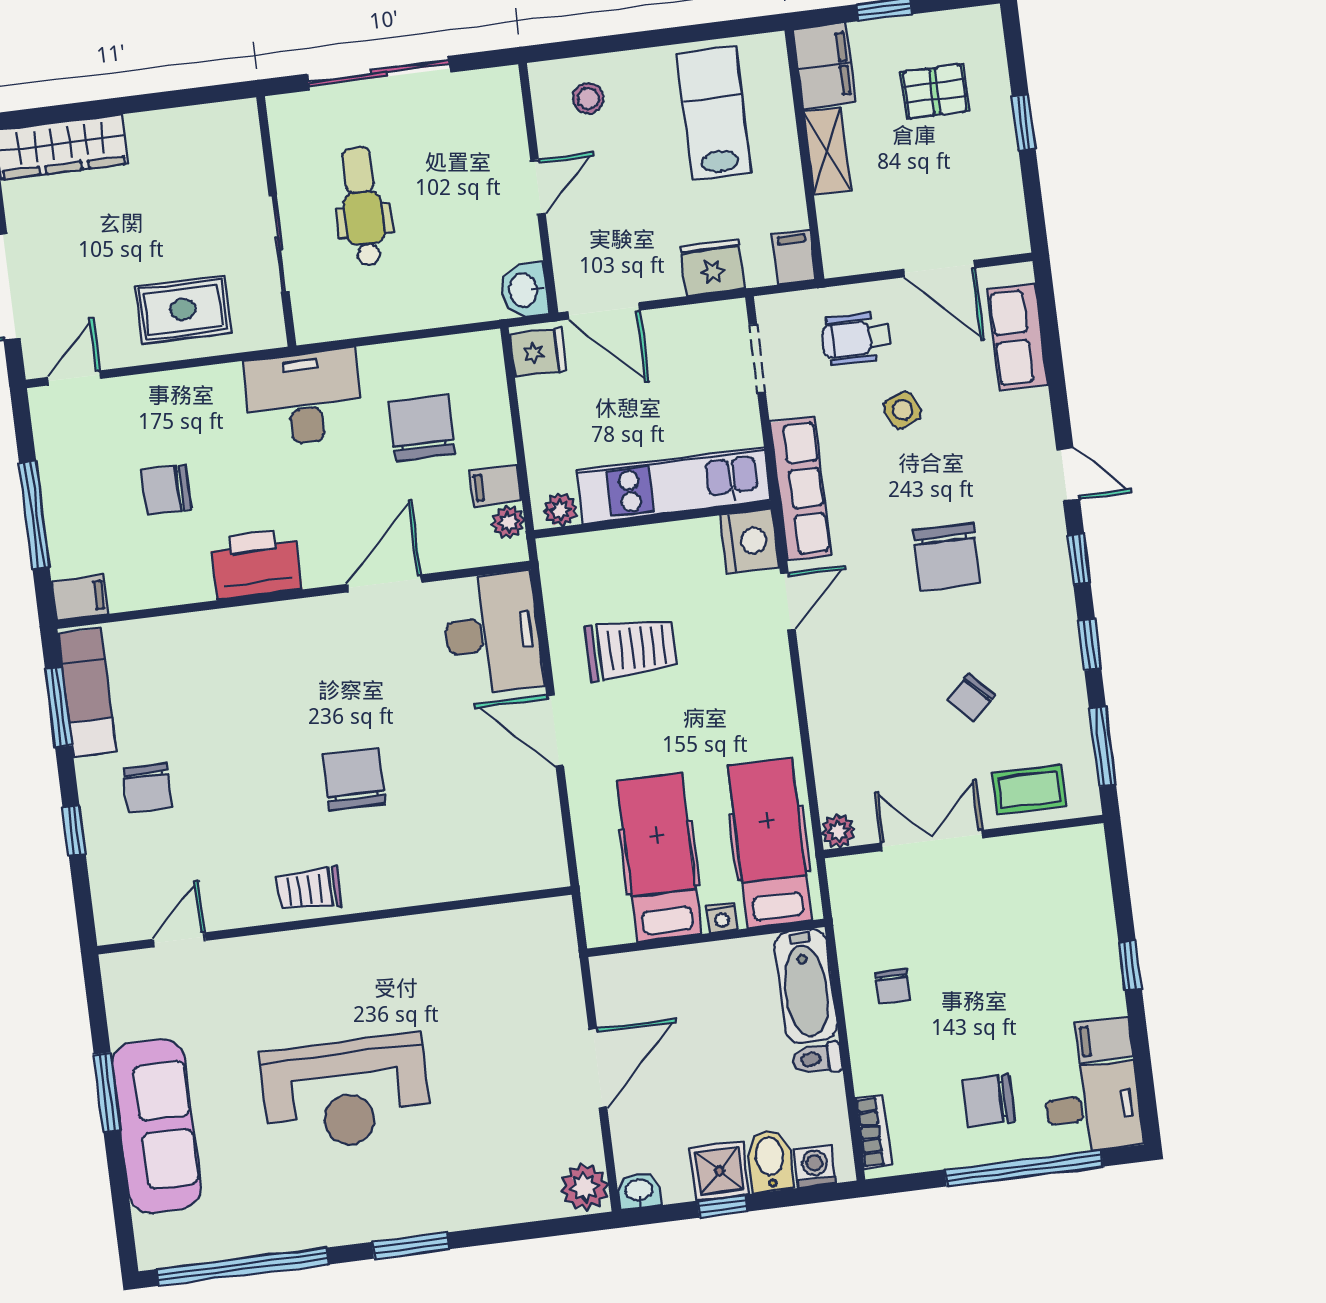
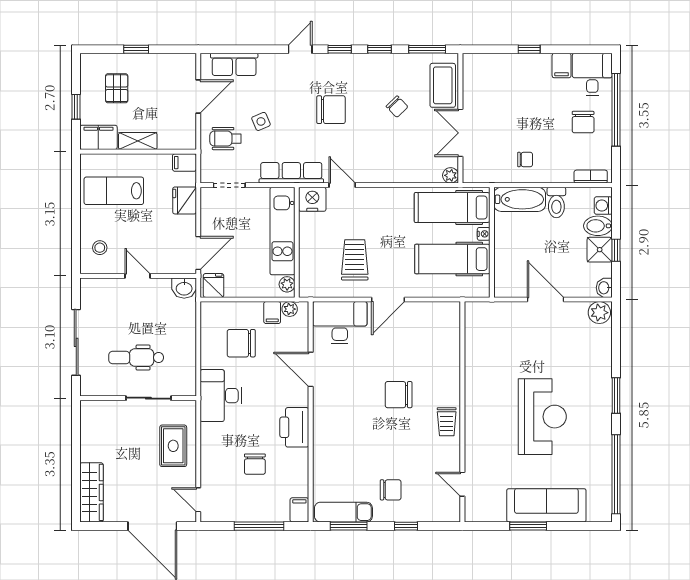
wheelchair: (856, 339) -> (226, 139), turned 90
coffee table: (1029, 790) -> (443, 85), width x1.36, depth x1.30
toilet: (817, 1059) -> (556, 203), width x1.37, depth x1.39

